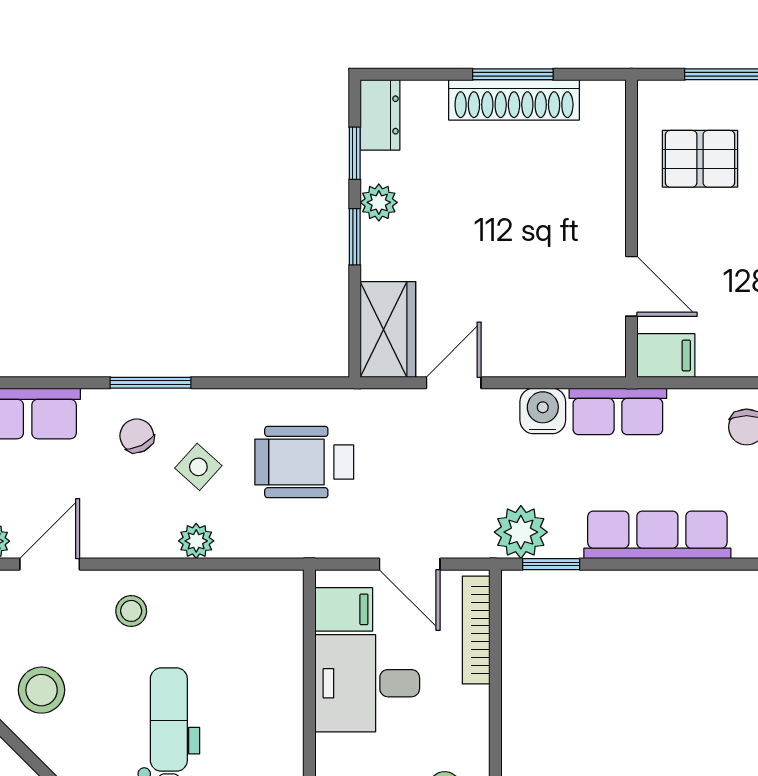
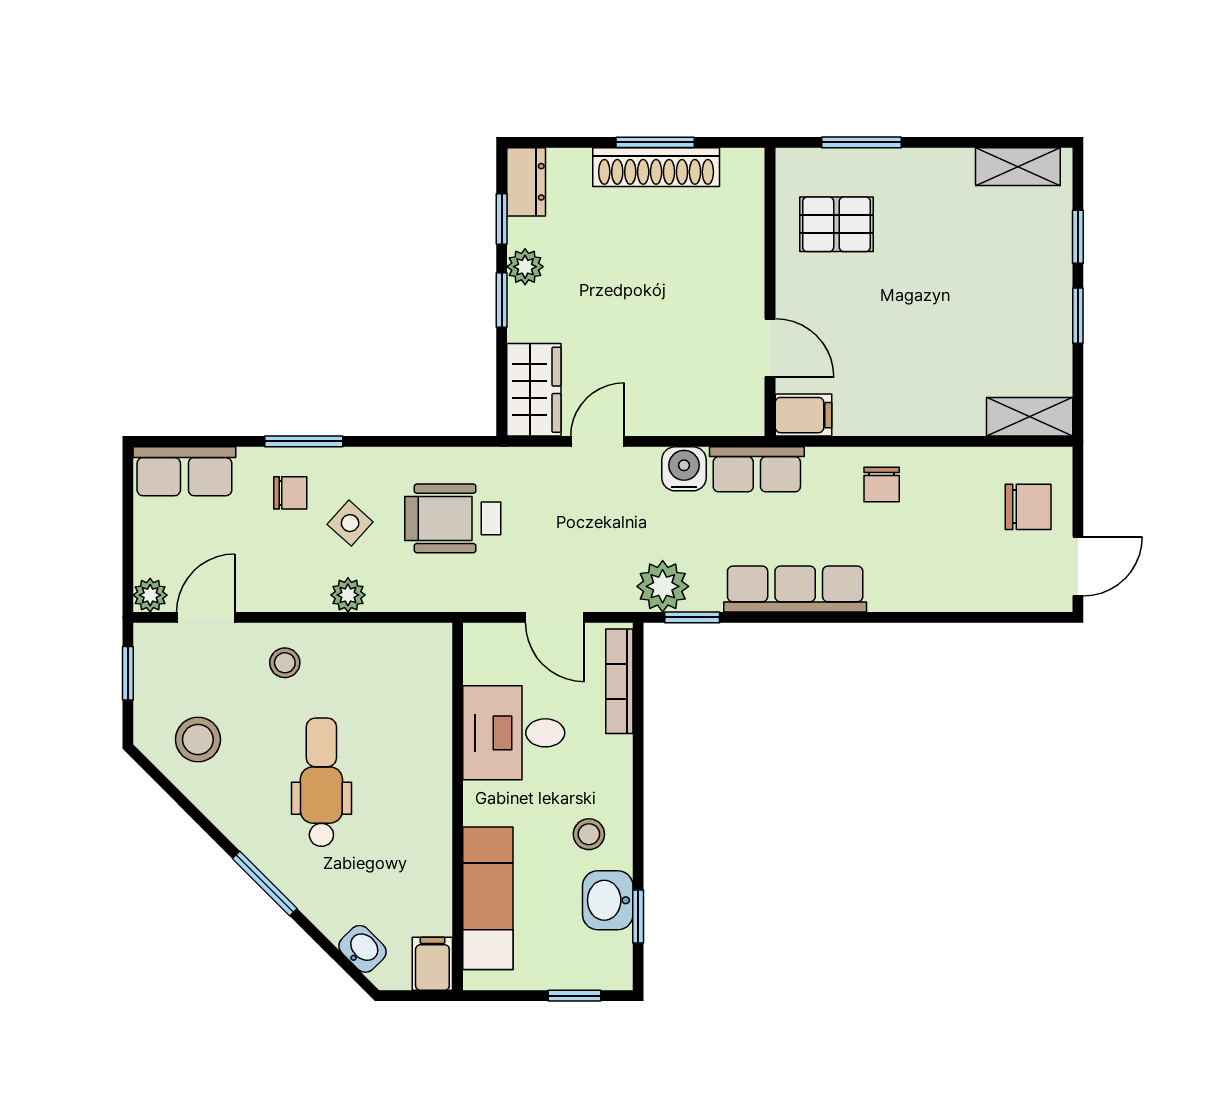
chair: (137, 436) -> (290, 493), turned 117
filing cabinet: (344, 609) -> (491, 661), removed

